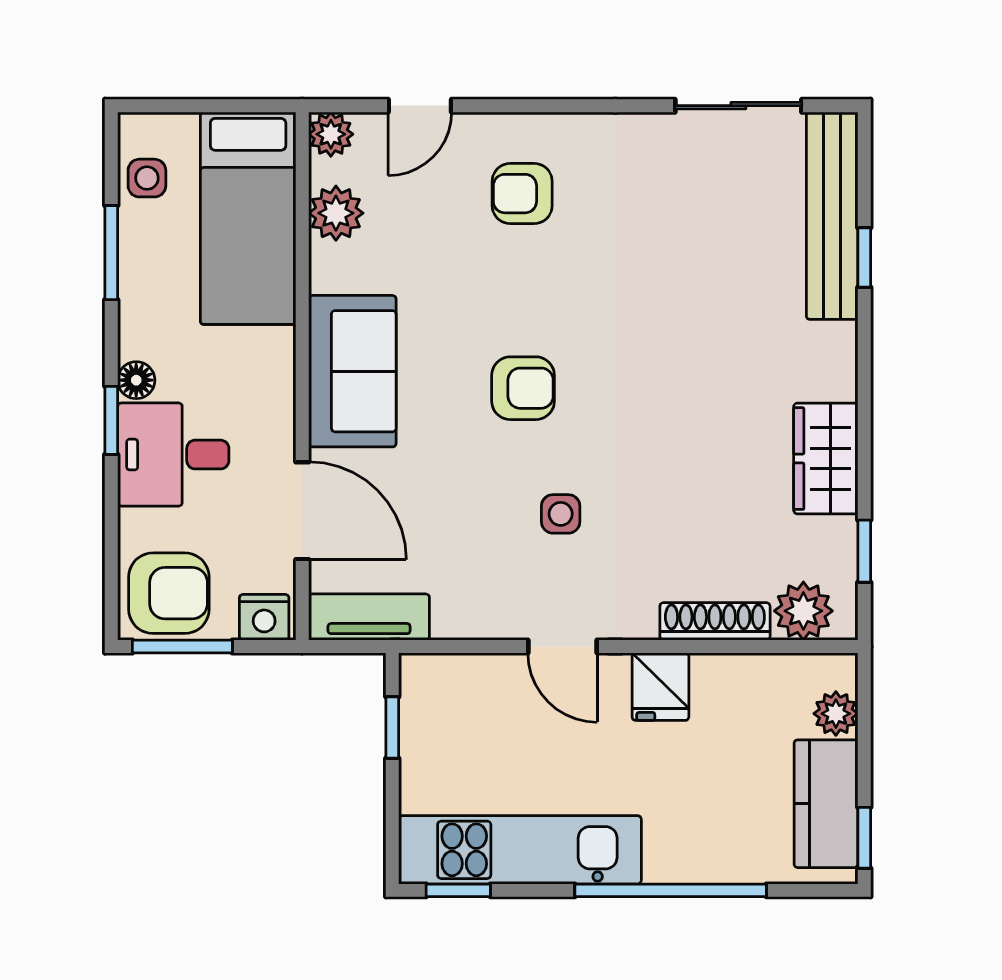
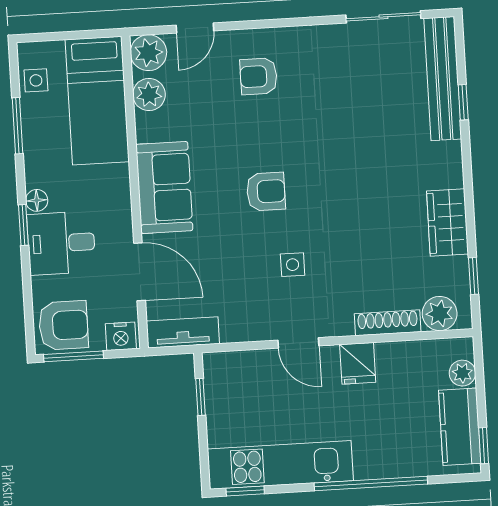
plant: (331, 134) -> (148, 53), width x1.38, depth x1.38

